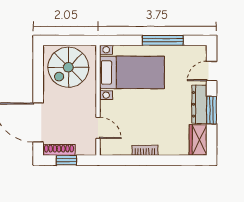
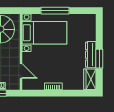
window: (163, 40) -> (55, 11), moved
door: (212, 71) -> (99, 32), removed

